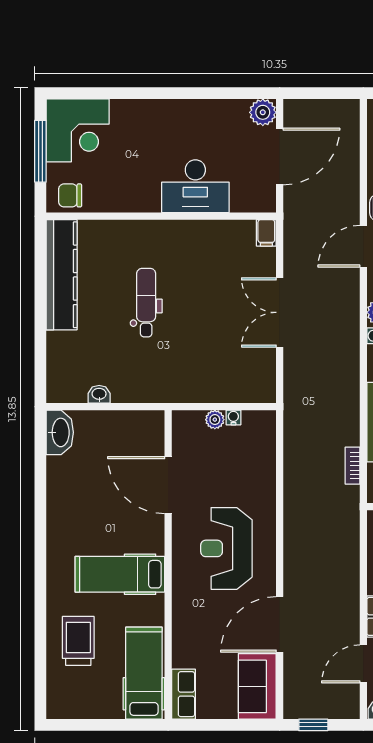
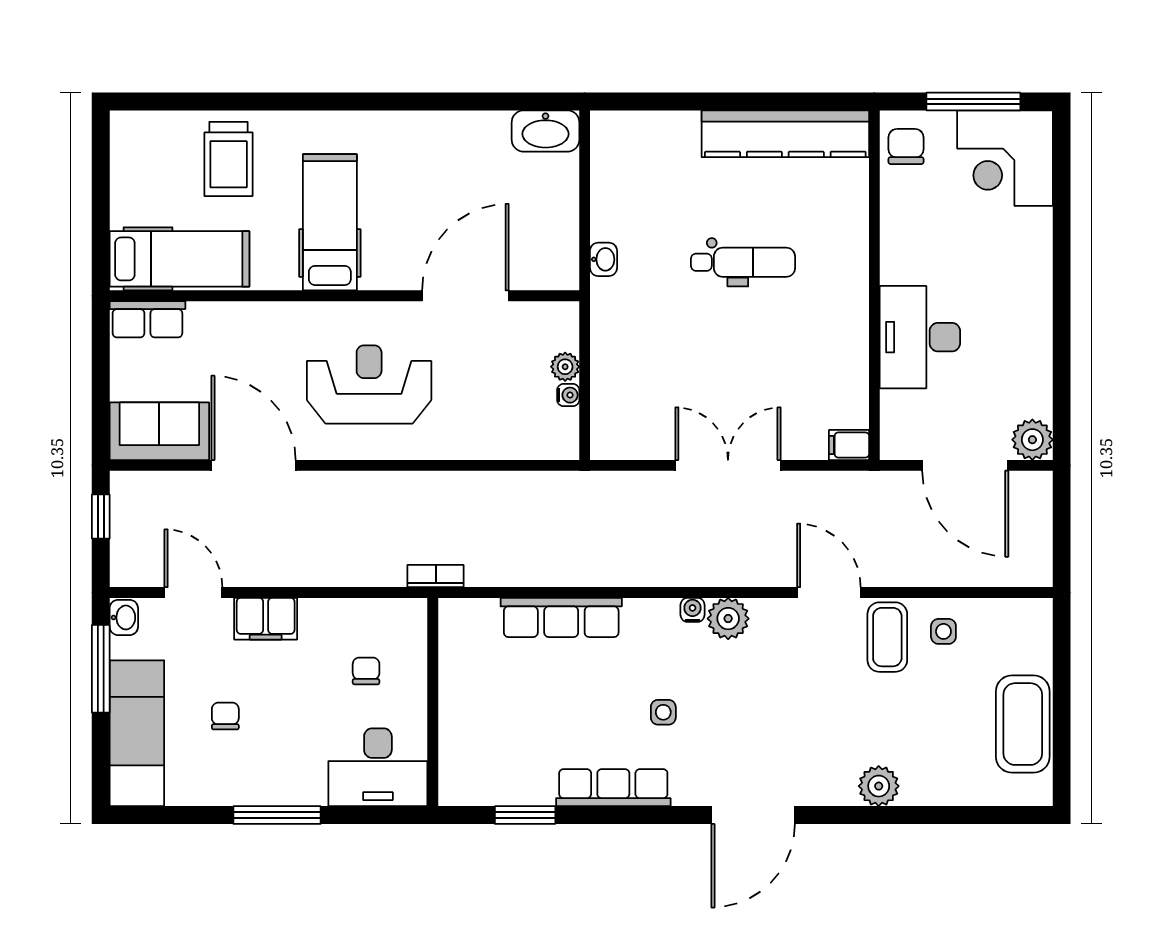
washbasin: (99, 394) -> (604, 259), moved
bookcase: (352, 466) -> (436, 576), moved
trolley: (78, 641) -> (229, 159), turned 90

